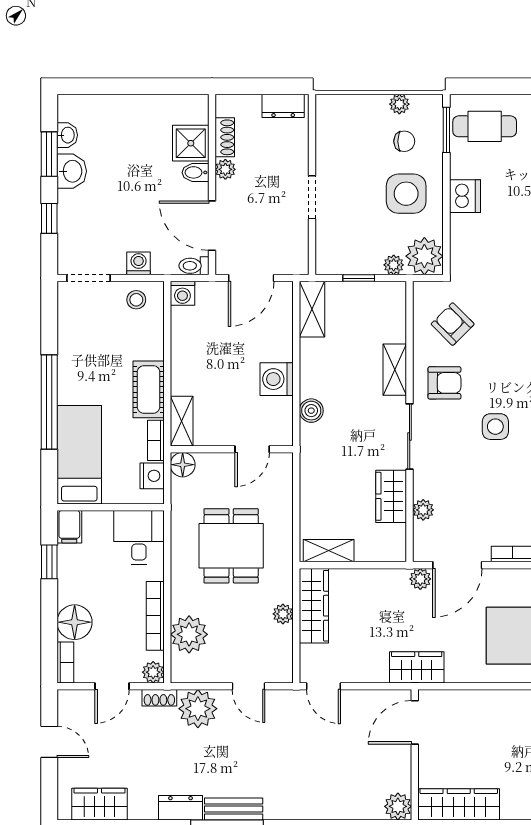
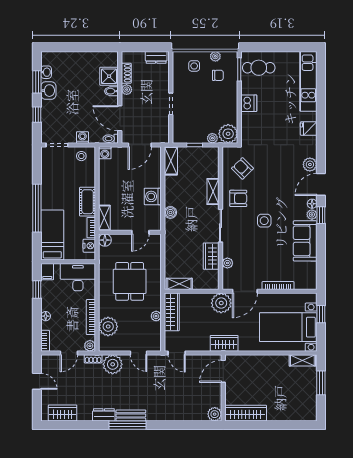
side table: (406, 194) -> (194, 66), moved, width x0.54, depth x0.54
desk: (139, 537) -> (78, 277), width x1.37
plant: (420, 579) -> (221, 303), width x1.88, depth x1.88
floor lamp: (75, 622) -> (46, 316), width x0.53, depth x0.53

